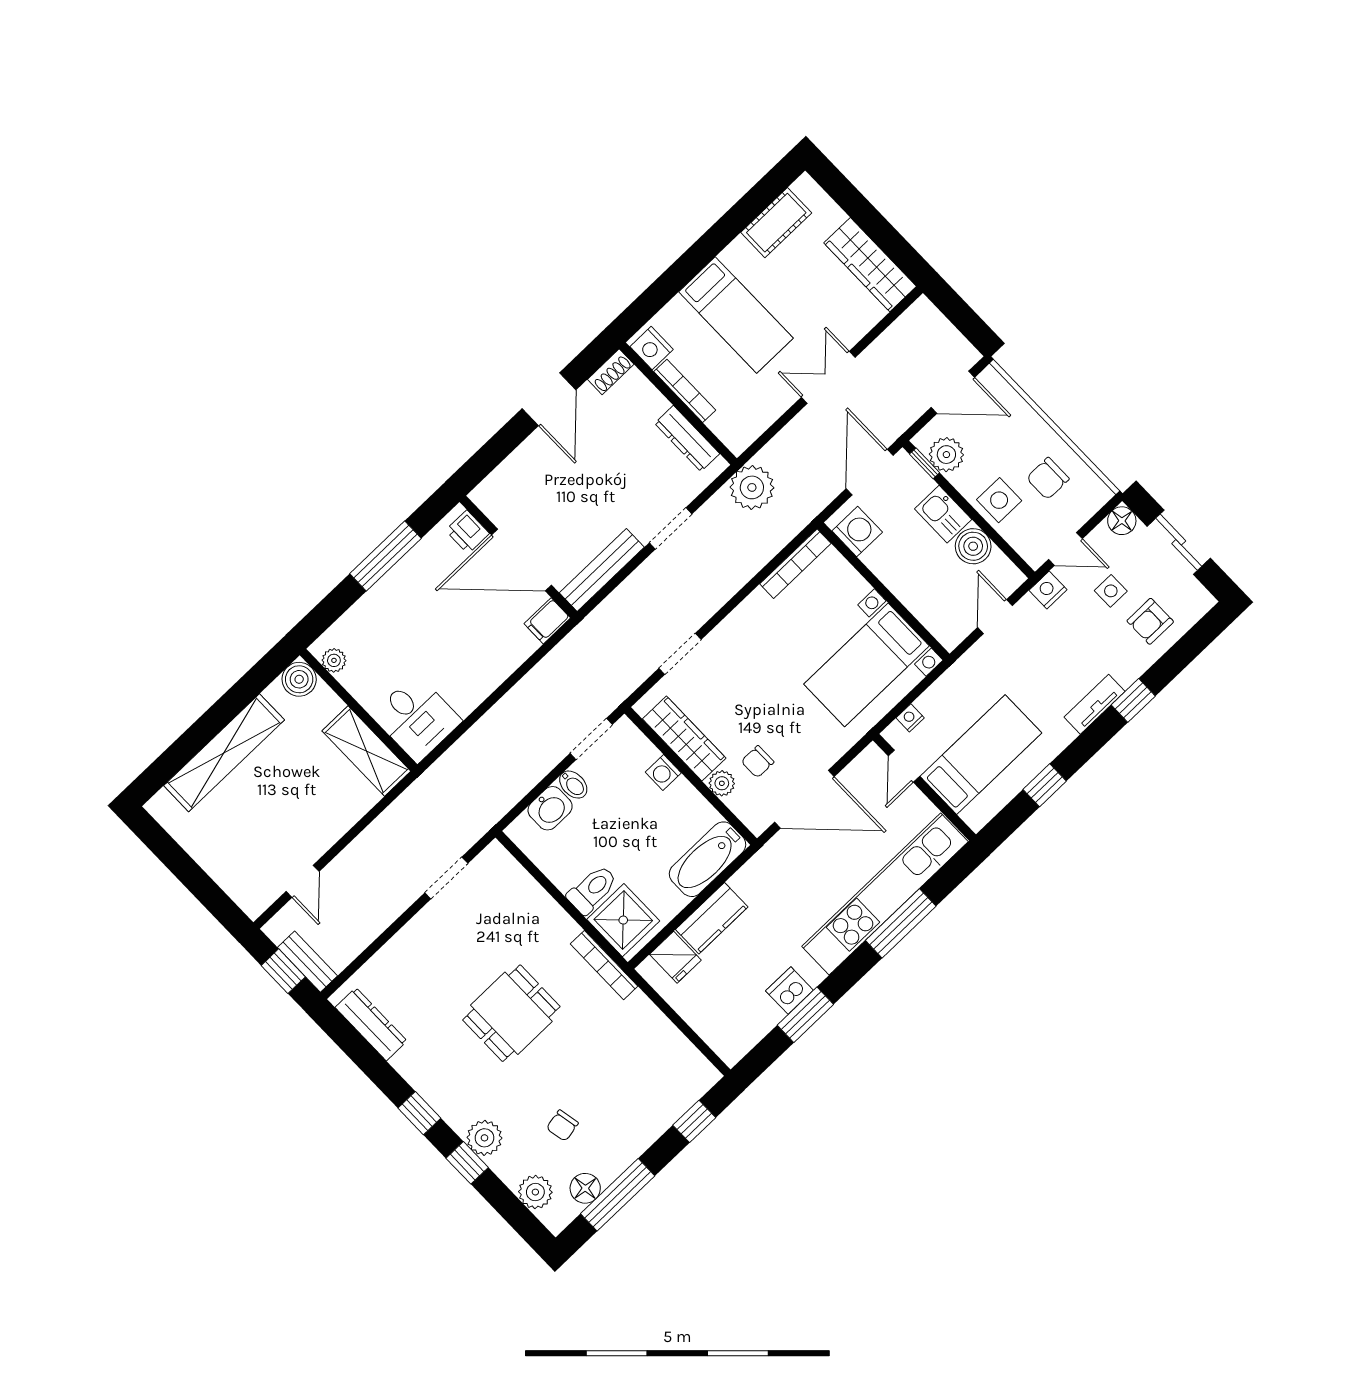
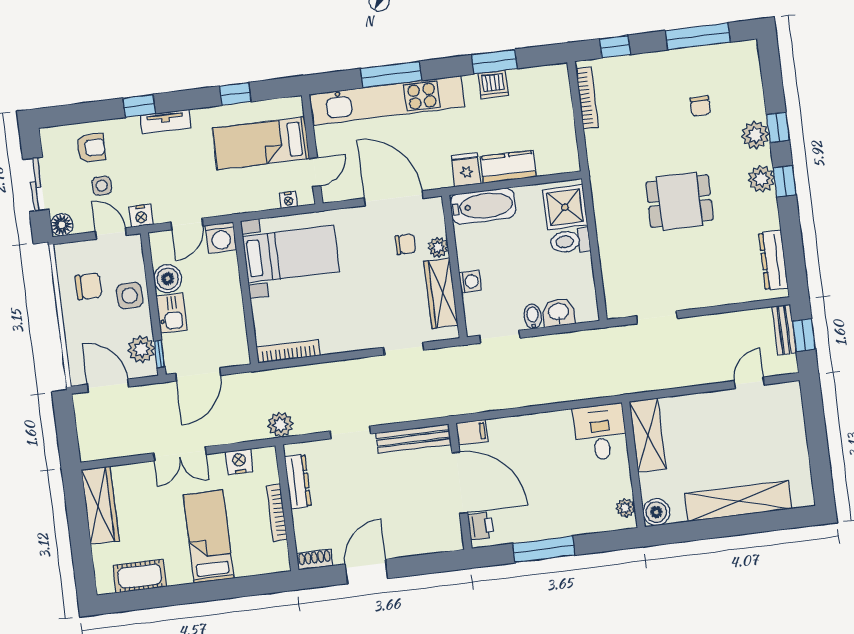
nightstand: (652, 348) -> (239, 462), moved, turned -90
plant: (752, 487) -> (280, 425), width x0.73, depth x0.73
washing machine: (857, 531) -> (221, 238), moved, turned -90
fridge: (675, 957) -> (466, 170), moved
bookcase: (604, 965) -> (587, 98), moved
chair: (562, 1126) -> (700, 106), turned 101
floor lamp: (585, 1188) -> (715, 56), removed
plant: (535, 1192) -> (761, 179), moved

